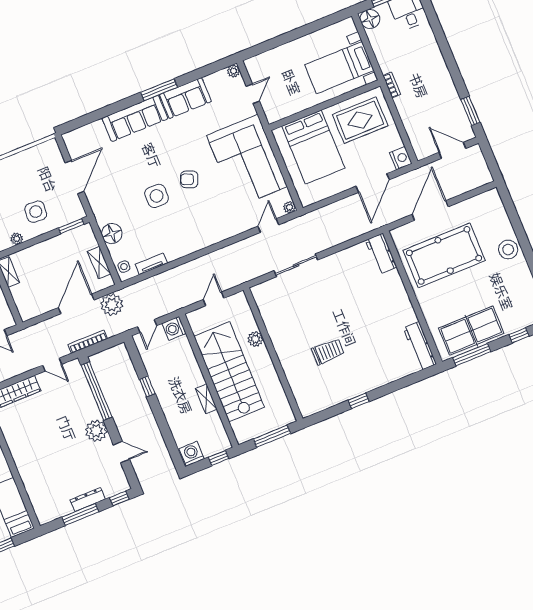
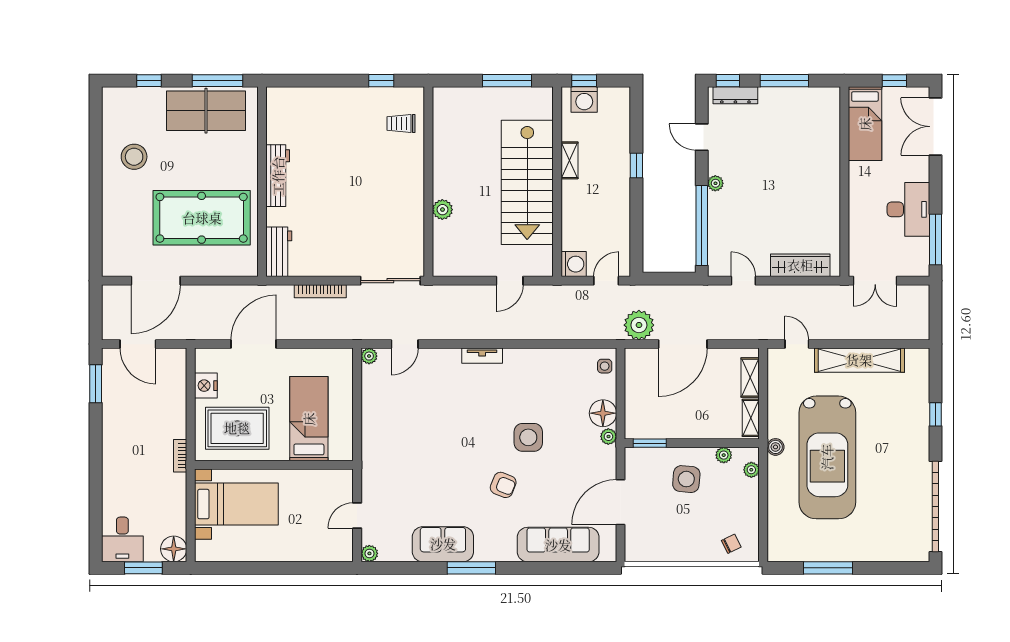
sofa: (135, 118) -> (558, 545), moved
bed: (313, 147) -> (309, 419), width x0.67
nightstand: (401, 158) -> (206, 386), moved
corner sofa: (247, 161) -> (398, 435), removed
armchair: (189, 179) -> (503, 485), moved
door: (430, 210) -> (156, 281), moved
plant: (101, 219) -> (608, 436), added
stool: (508, 250) -> (134, 157), moved
shelving: (99, 263) -> (750, 378), moved
tv unit: (151, 264) -> (482, 356), moved
plant: (255, 339) -> (442, 210), moved
bookcase: (88, 342) -> (320, 291), moved
workbench: (420, 346) -> (278, 176), moved
trolley: (328, 352) -> (401, 123), moved, width x0.73, depth x0.72
wall: (273, 354) -> (428, 182), moved
window: (147, 387) -> (636, 165), moved
plant: (96, 431) -> (715, 183), width x0.53, depth x0.53
washing machine: (192, 454) -> (584, 100), moved
dresser: (88, 500) -> (735, 95), moved

